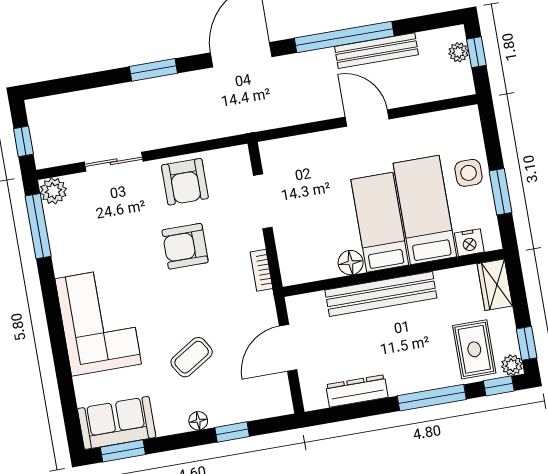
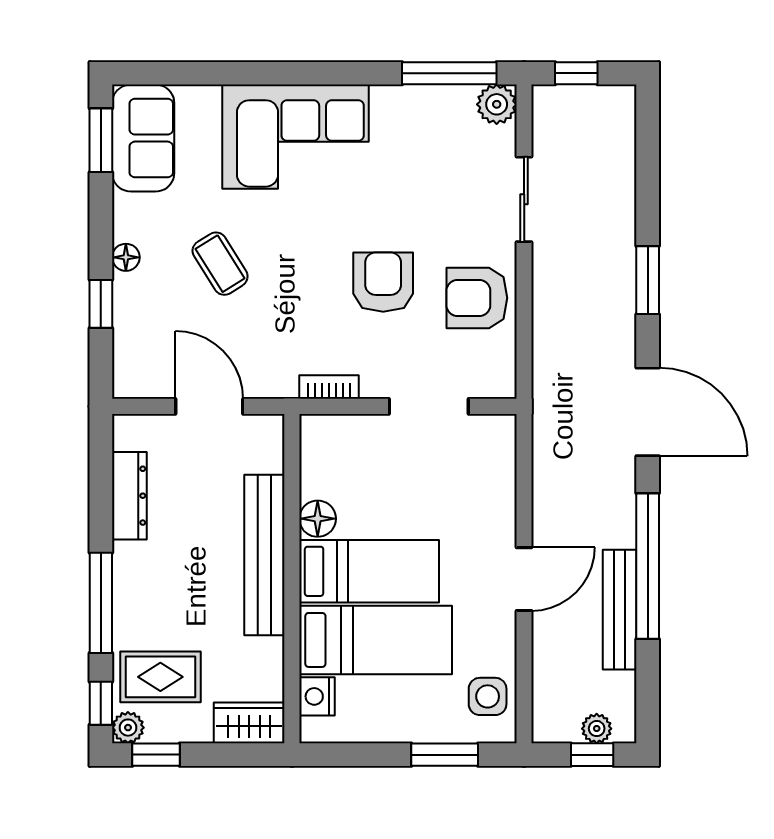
side table: (469, 173) -> (488, 696), moved
window: (500, 192) -> (445, 755), moved

